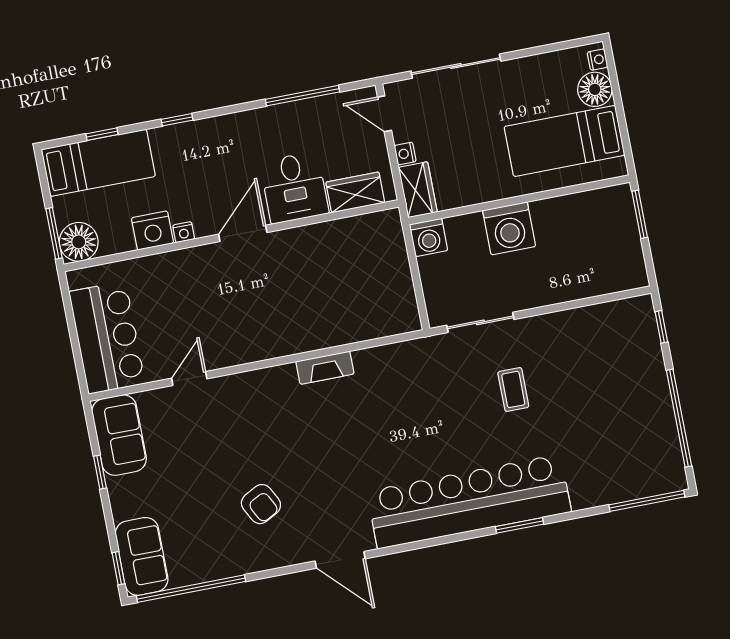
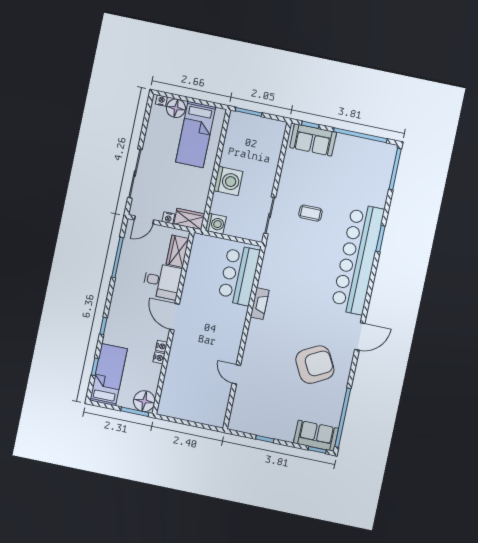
nightstand: (152, 231) -> (159, 358), width x0.53, depth x0.56
bar counter: (107, 338) -> (239, 275), moved, turned -90
sofa: (119, 435) -> (313, 140), moved, turned 180
armchair: (261, 504) -> (315, 365), width x1.88, depth x1.88

